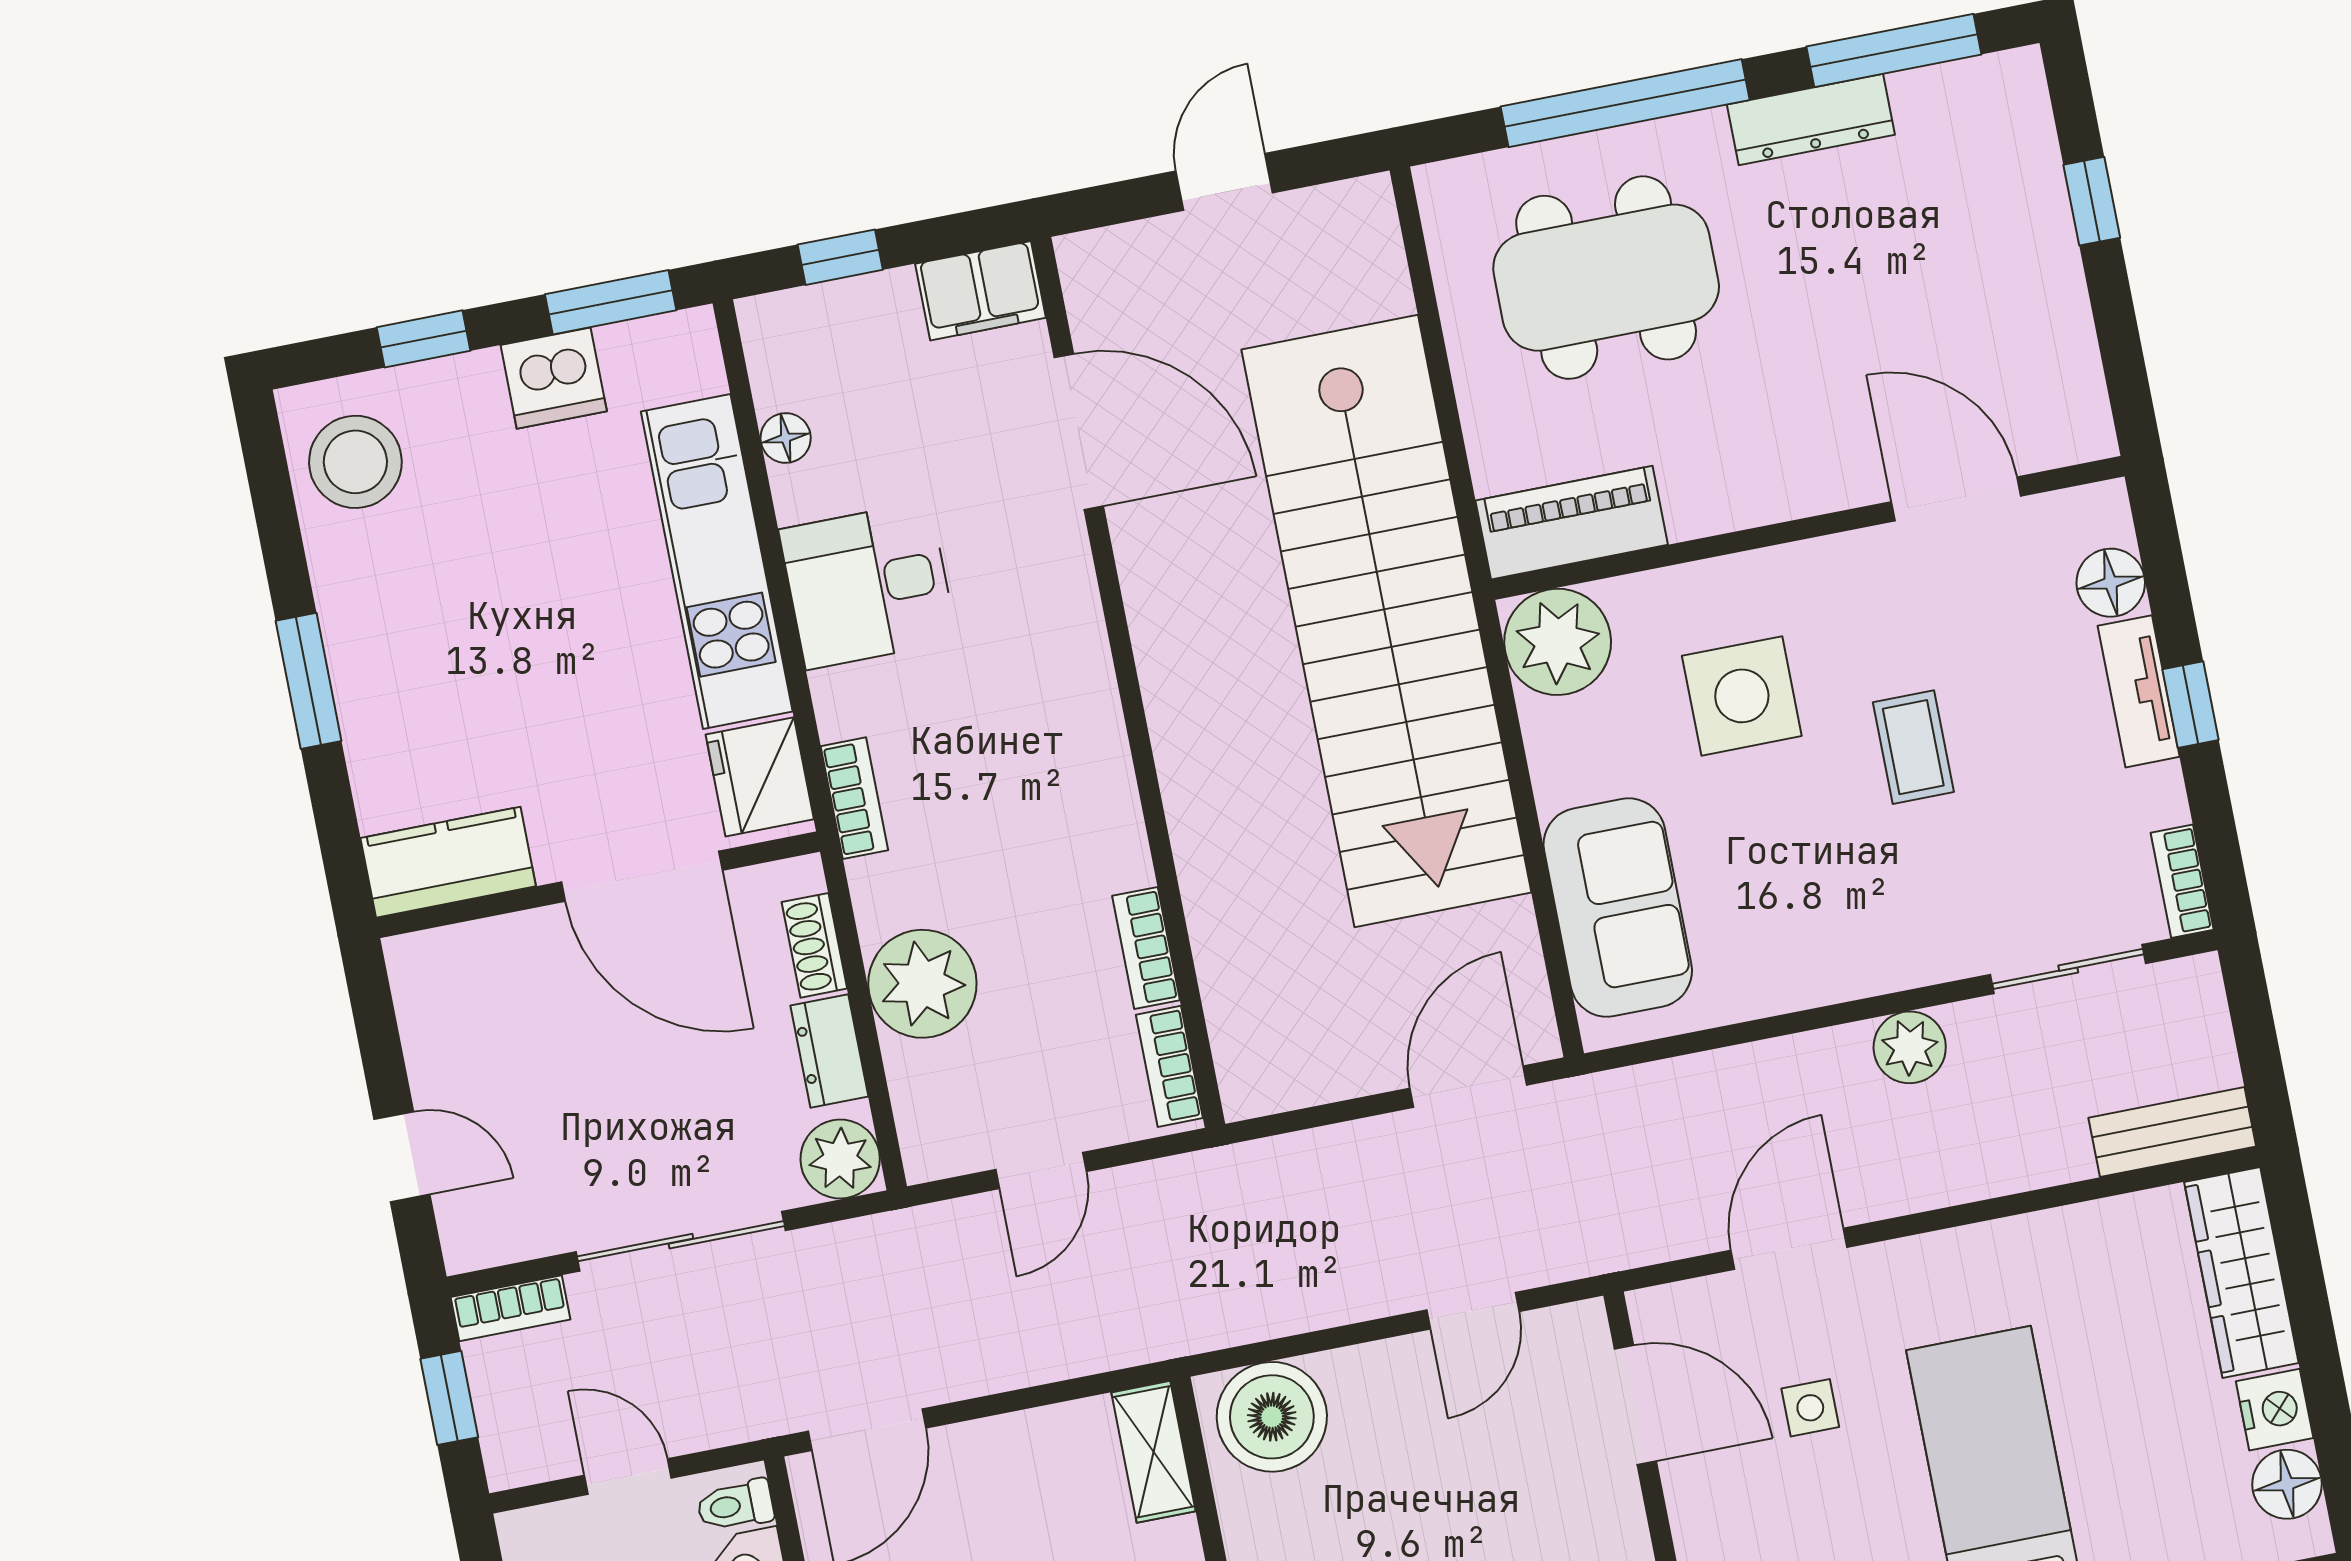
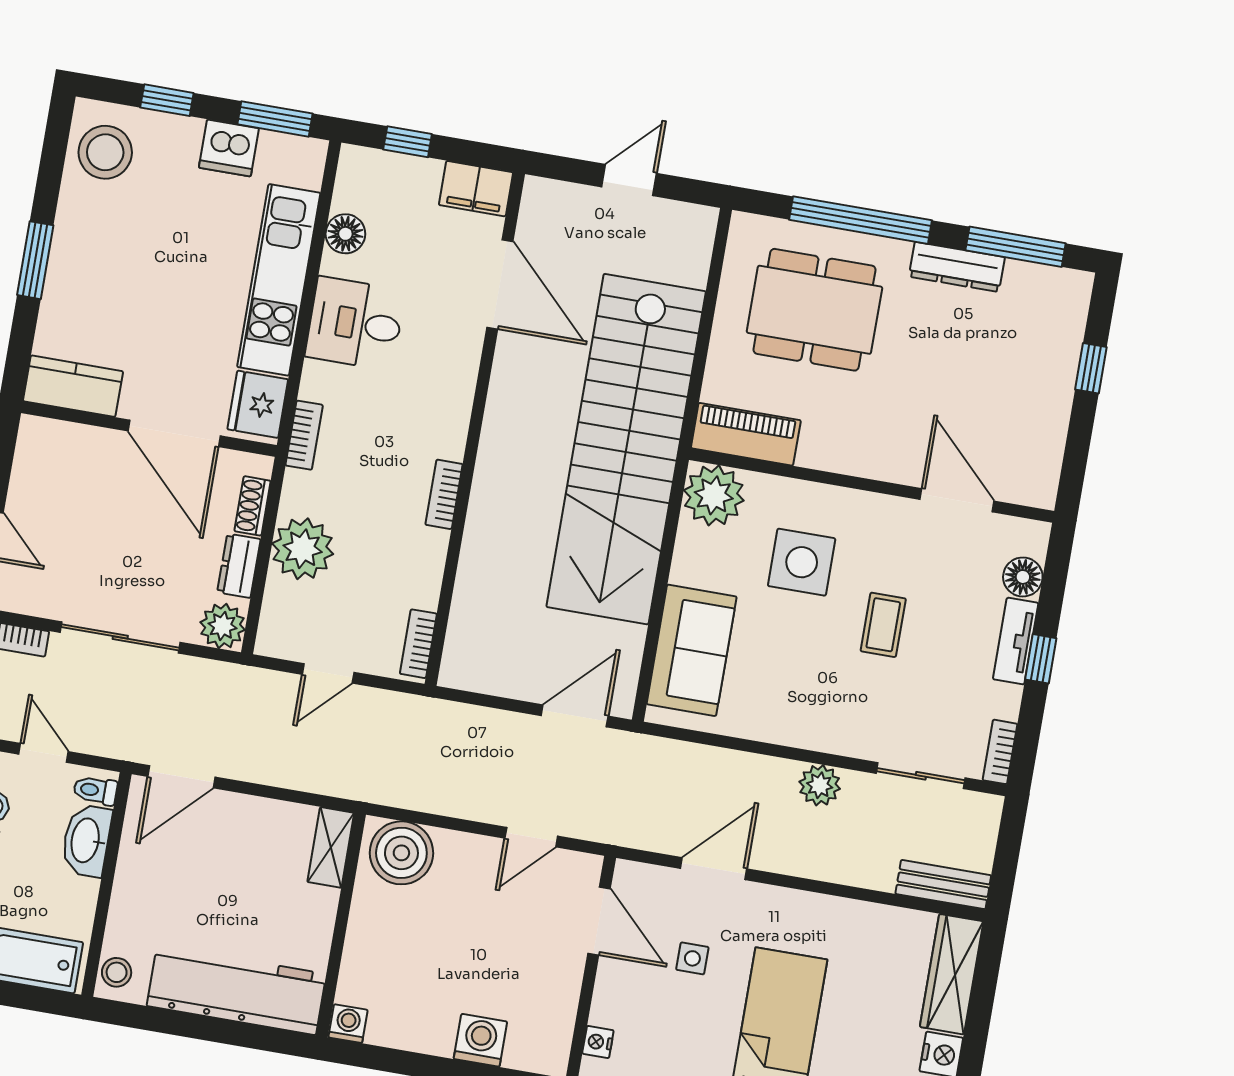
floor lamp: (786, 438) -> (345, 234), width x1.37, depth x1.37
bookcase: (1146, 948) -> (444, 494), moved

